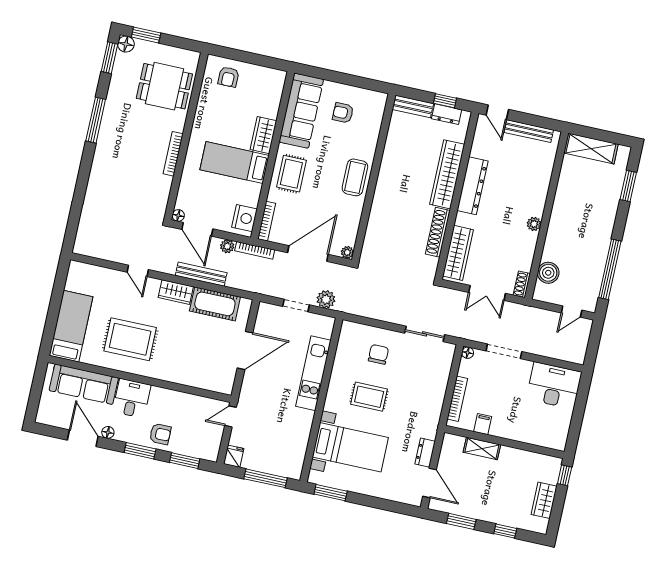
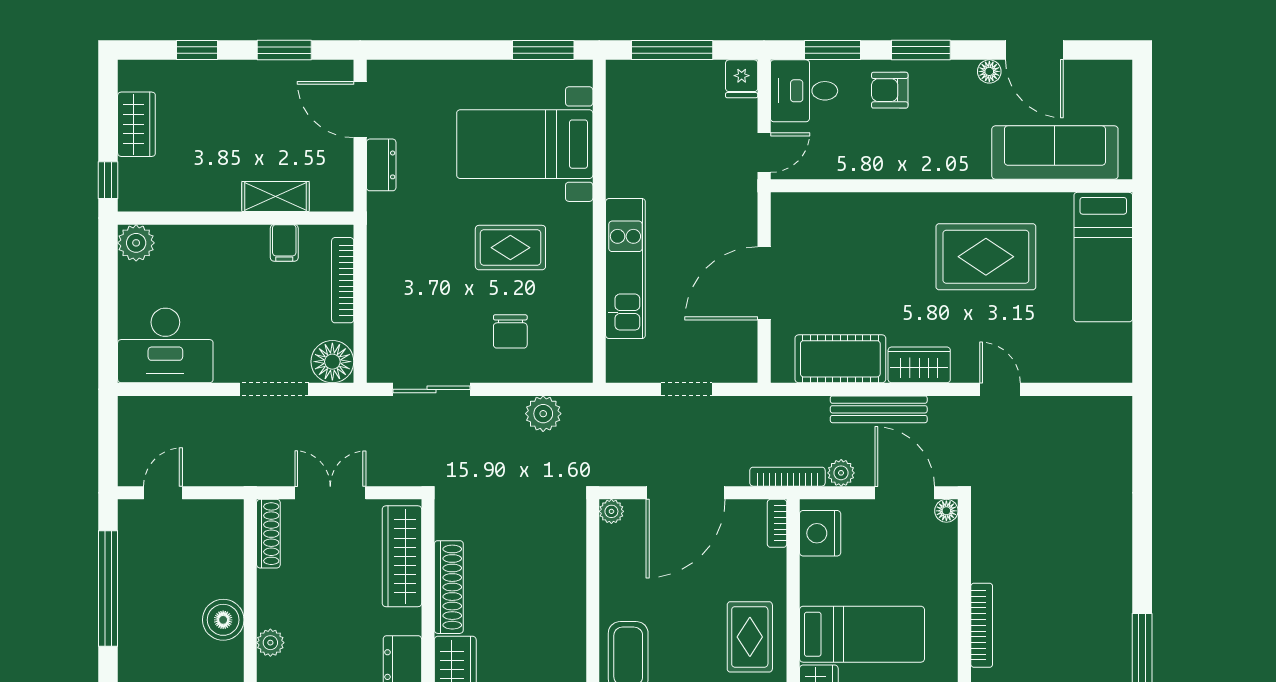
bookcase: (267, 221) -> (777, 523), width x0.64
boiler: (548, 273) -> (223, 620), moved
shoe rack: (522, 284) -> (268, 534), width x1.43
plant: (326, 299) -> (543, 414), moved
floor lamp: (468, 353) -> (332, 362), width x1.89, depth x1.89
desk: (132, 398) -> (804, 91), moved, turned 90
plant: (557, 441) -> (136, 243), added

